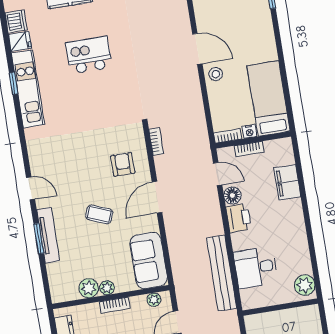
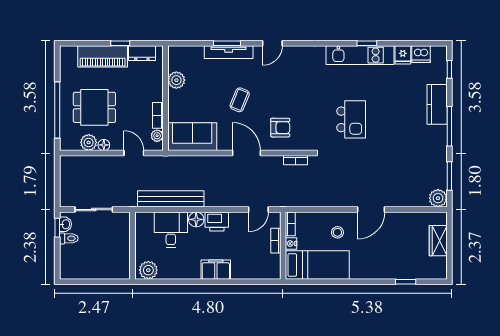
kitchen island: (89, 55) -> (351, 119), moved
stool: (216, 74) -> (337, 232), moved
filing cabinet: (287, 182) -> (216, 270), moved
floor lamp: (232, 195) -> (196, 219), moved
plant: (107, 288) -> (174, 96), removed
bookcase: (115, 305) -> (158, 115), moved

